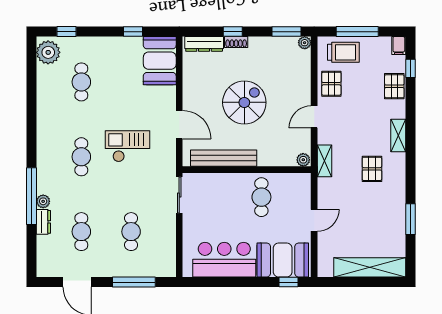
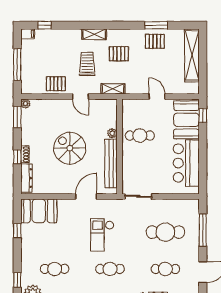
trolley: (343, 52) -> (87, 64), moved
pallet: (394, 86) -> (155, 41), moved
plant: (303, 160) -> (112, 133), moved
cafe table: (131, 232) -> (165, 232), width x1.37, depth x1.35

